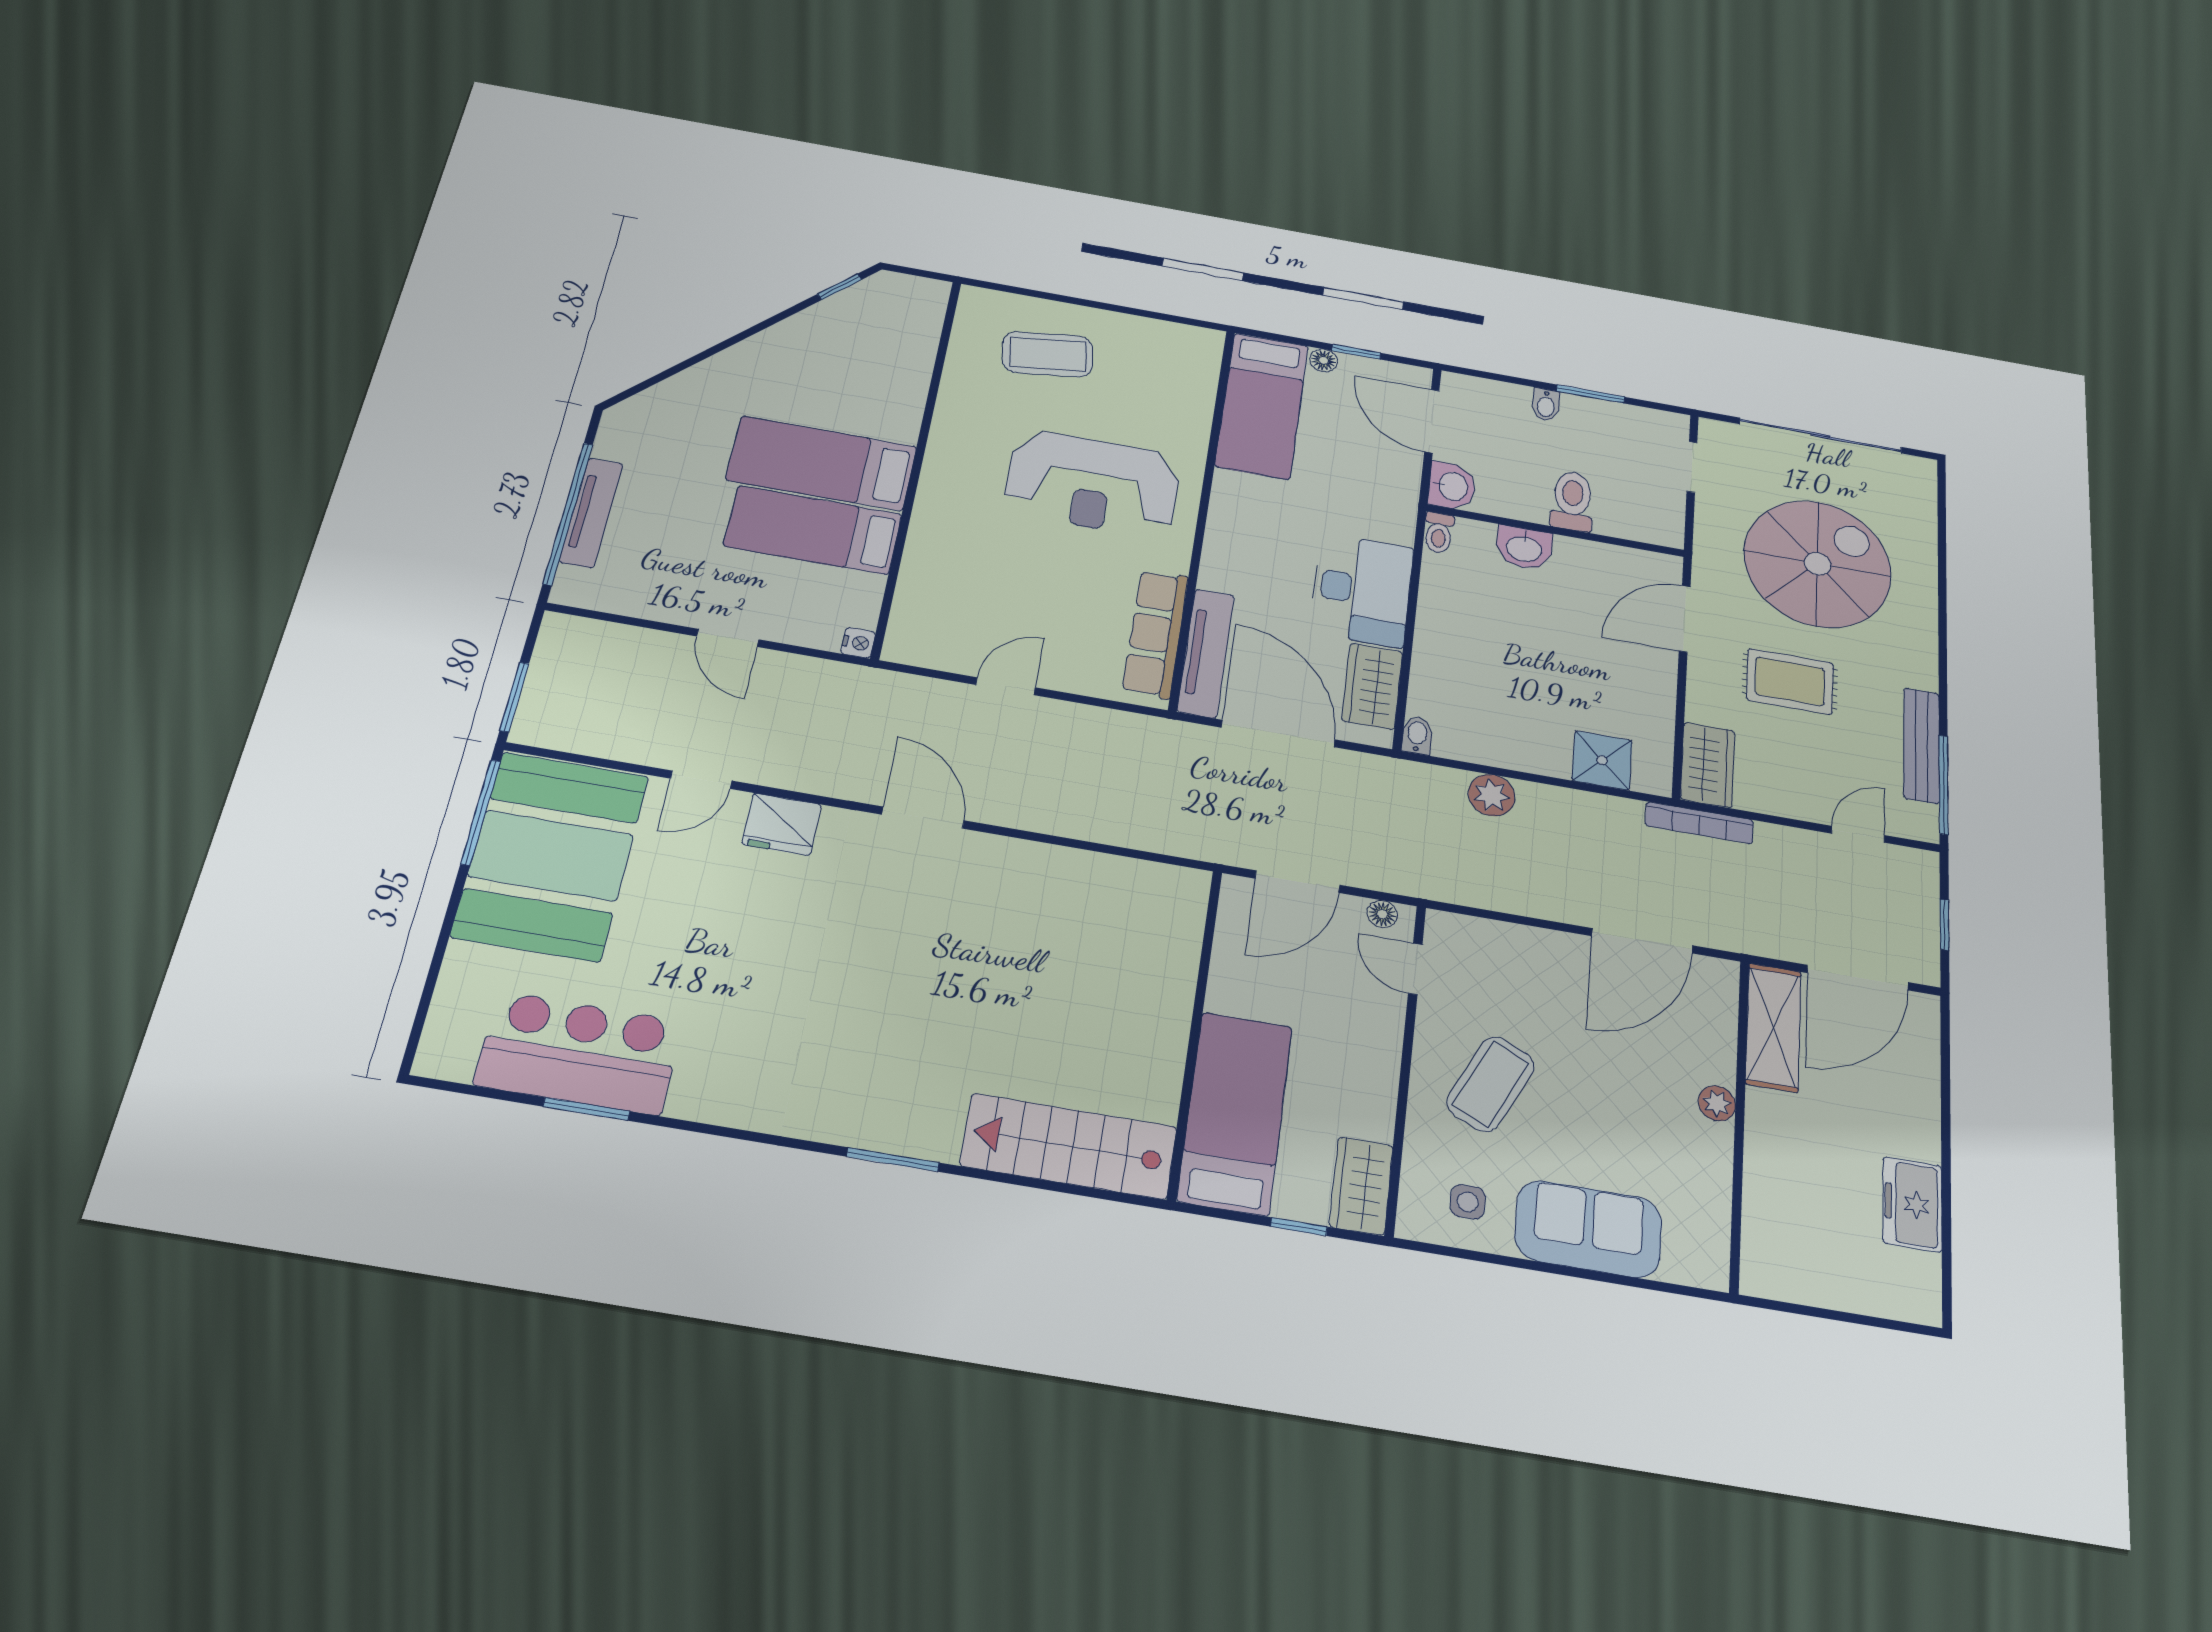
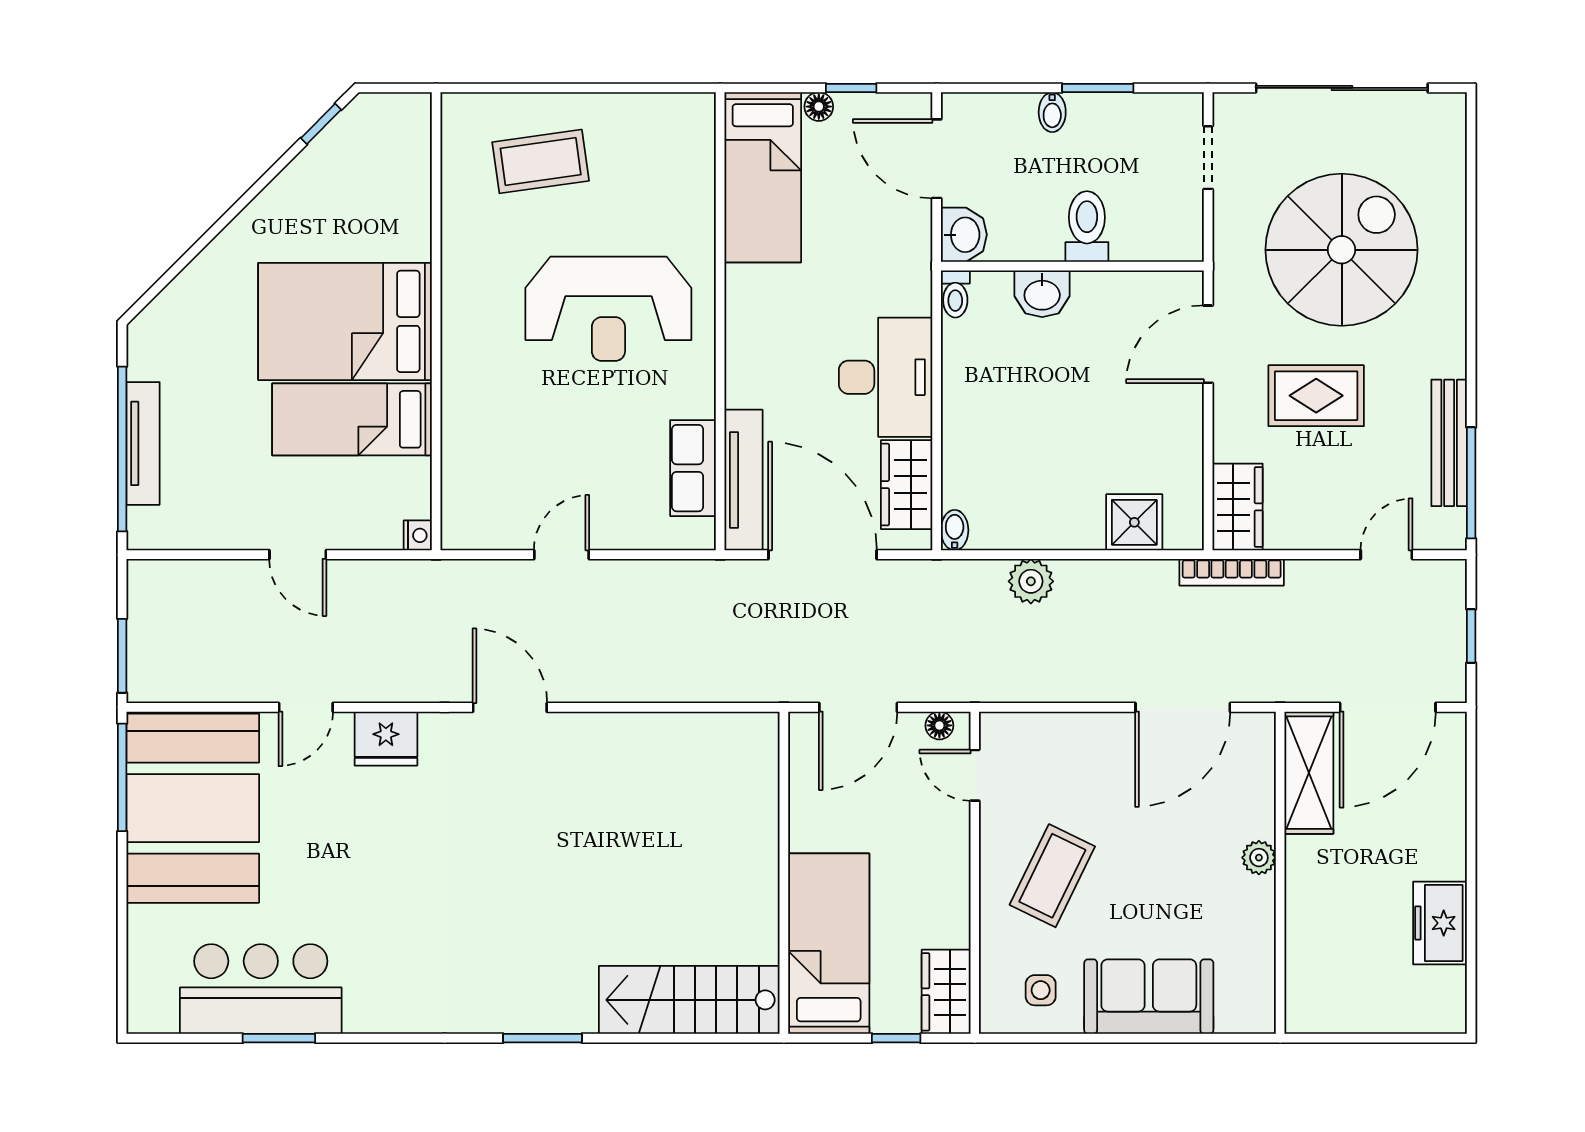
bed: (822, 463) -> (345, 321), width x1.50
row of seats: (1156, 634) -> (693, 468), width x0.68

